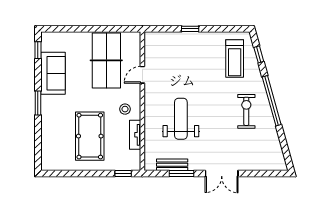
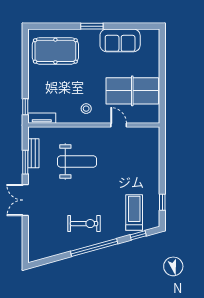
window: (190, 29) -> (162, 202), moved
window: (38, 50) -> (142, 26), removed
treadmill: (235, 58) -> (134, 212), turned 90
tv unit: (135, 135) -> (42, 118), moved
pool table: (90, 136) -> (55, 51), moved

